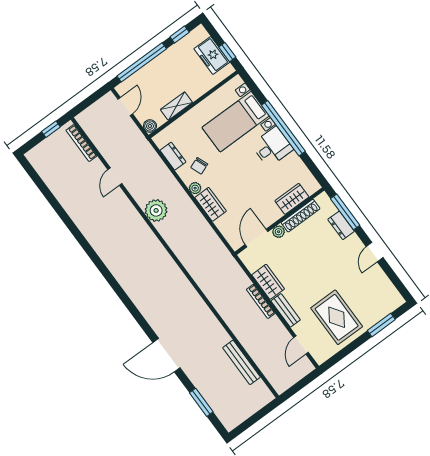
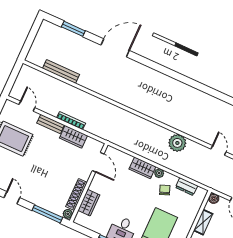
dresser: (341, 225) -> (45, 203), removed
plant: (279, 232) -> (68, 214), moved

